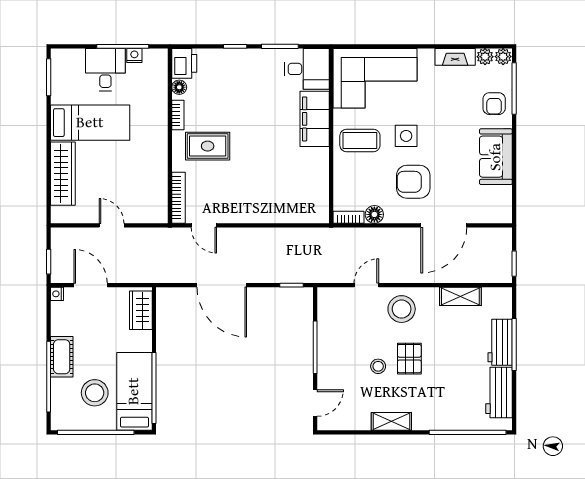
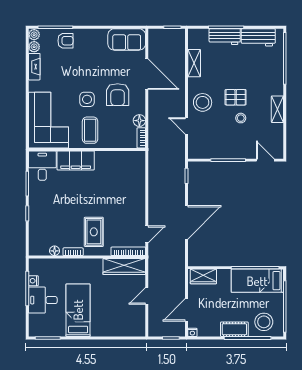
printer: (184, 63) -> (39, 247), removed
sofa: (496, 157) -> (127, 39), moved
wardrobe: (63, 174) -> (124, 267), moved, turned 180
stool: (95, 393) -> (264, 322), moved

